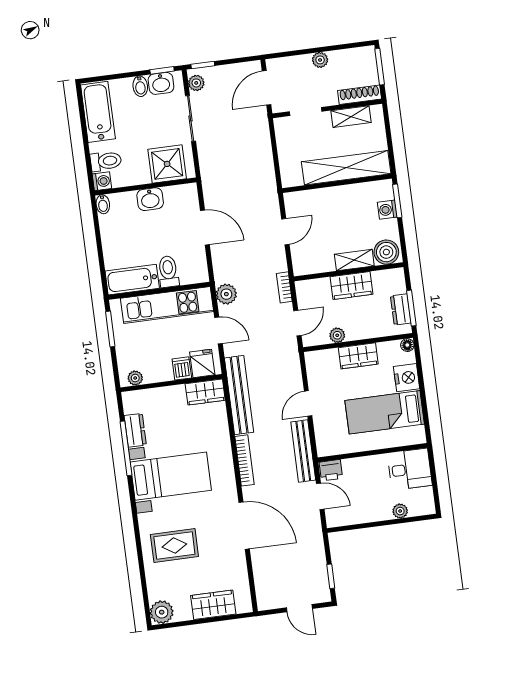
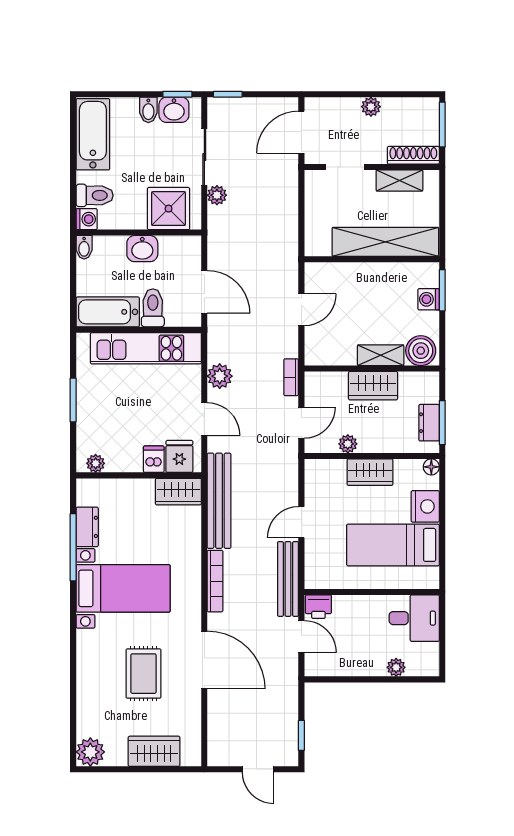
plant: (196, 83) -> (217, 195), moved
toilet: (168, 272) -> (153, 308), moved
bathtub: (132, 280) -> (108, 312), moved
wall: (159, 291) -> (139, 330), moved
kitchen unit: (167, 305) -> (146, 348), moved
rug: (174, 545) -> (143, 674), moved, turned 90

